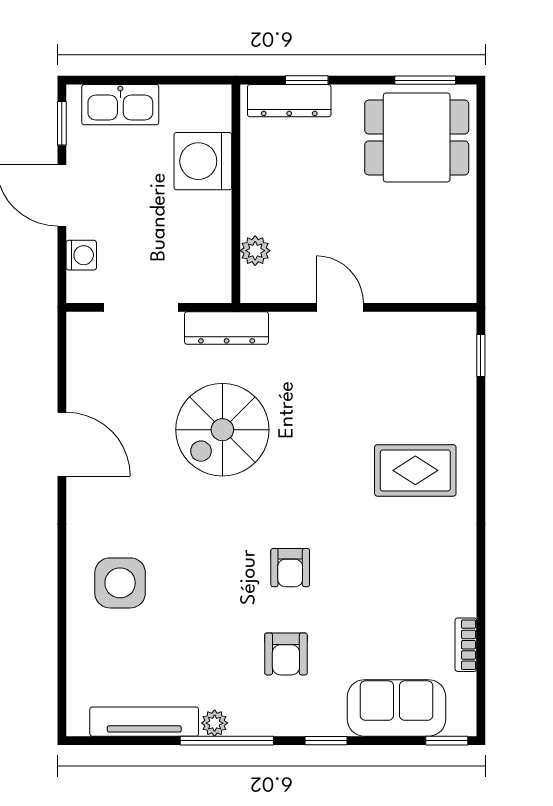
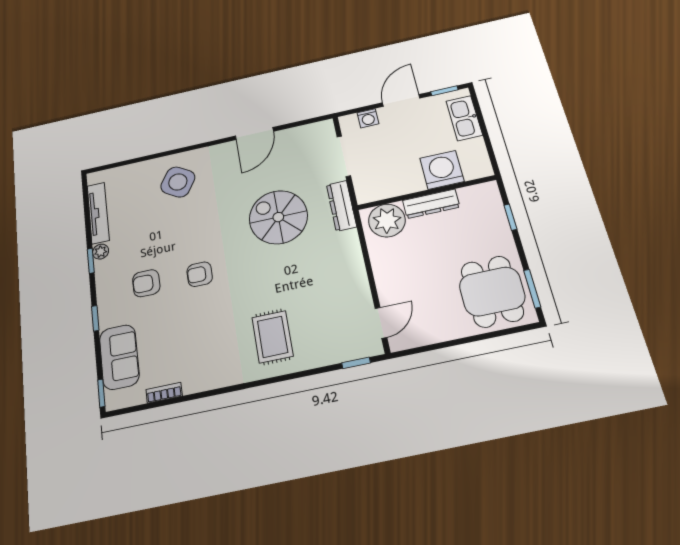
dresser: (289, 101) -> (431, 204), moved, turned -90
plant: (255, 251) -> (387, 220), width x1.88, depth x1.88
door: (340, 307) -> (381, 323), moved
side table: (120, 583) -> (178, 182), turned 32
window: (227, 741) -> (91, 261), width x0.46

